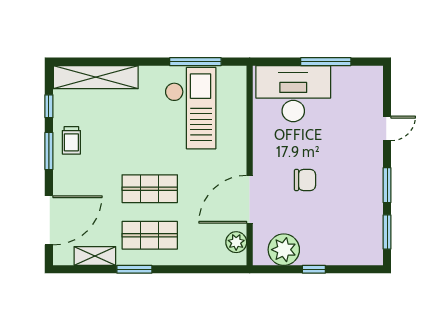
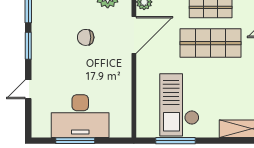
desk: (293, 94) -> (80, 116), moved
chair: (305, 180) -> (86, 37), moved
shop shelf: (150, 189) -> (211, 43), width x1.43, depth x1.36

